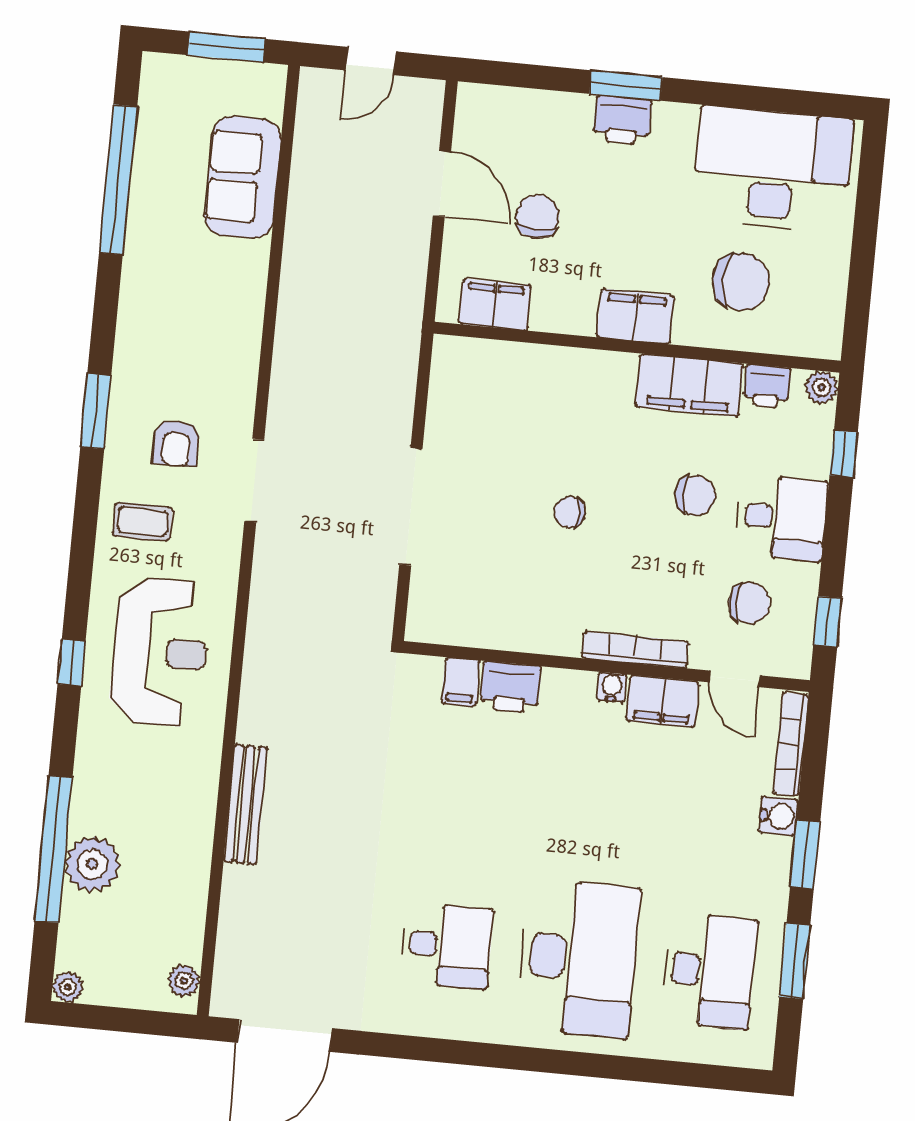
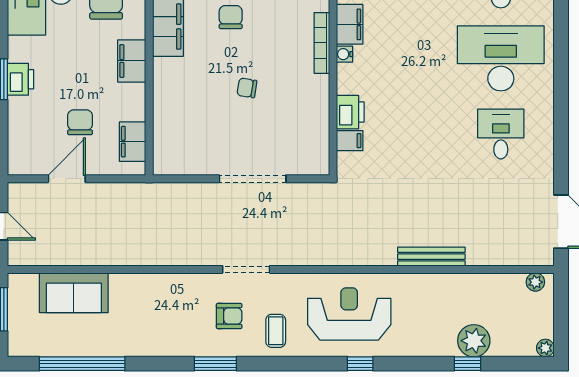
chair: (538, 216) -> (80, 122), turned 90
chair: (570, 512) -> (247, 88), turned 99
window: (54, 849) -> (467, 364), width x0.32

